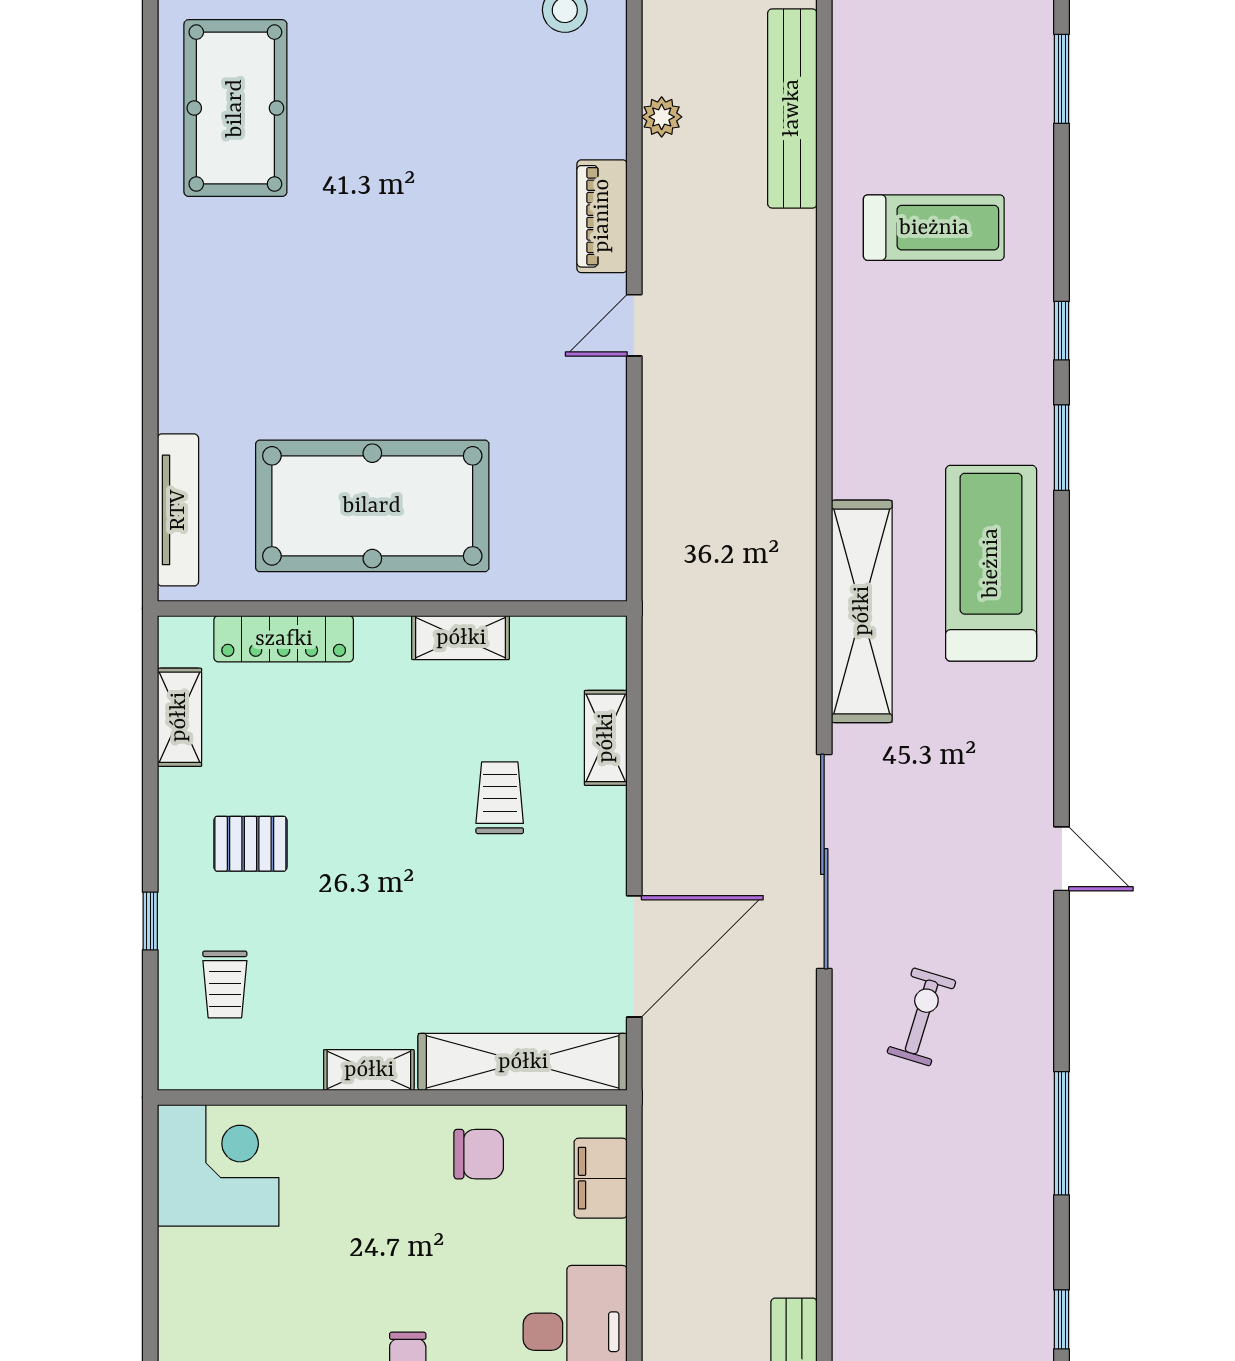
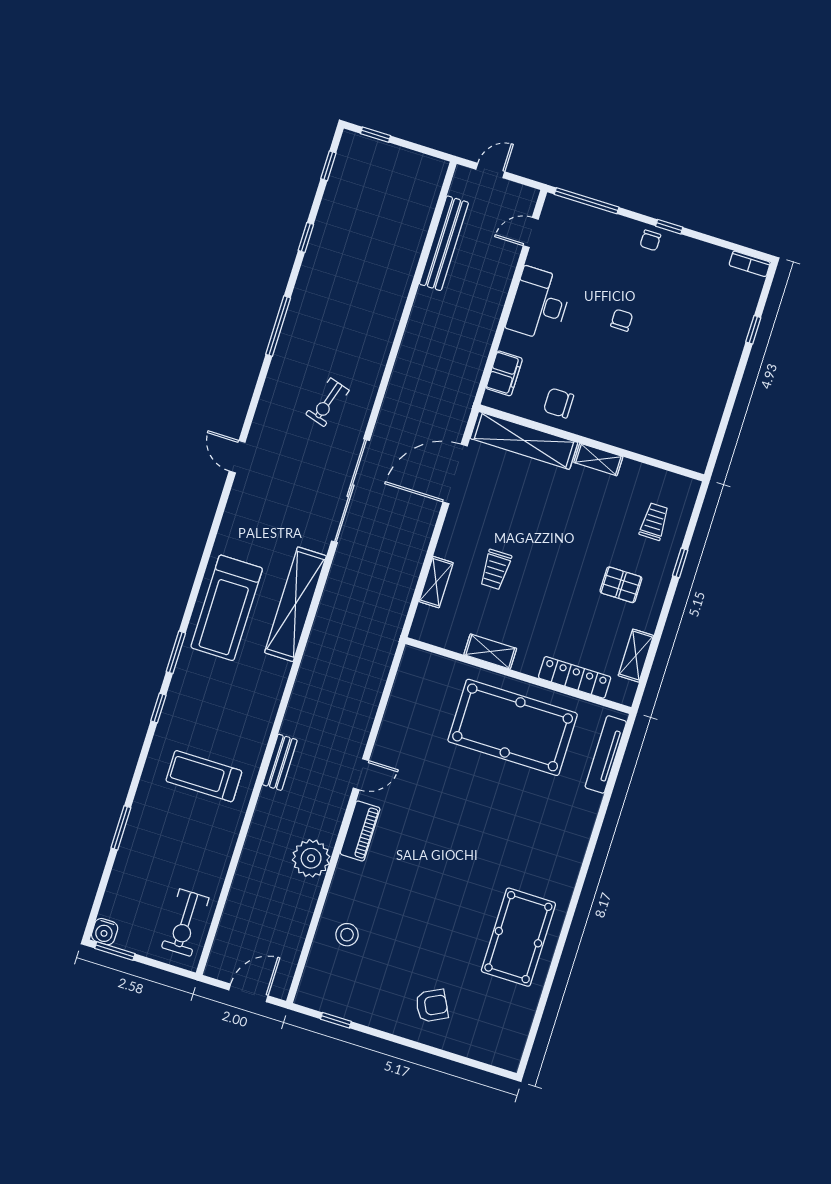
bench: (792, 108) -> (280, 762), moved, width x0.54, depth x0.82
plant: (662, 117) -> (311, 858), width x1.88, depth x1.88
corner desk: (218, 1165) -> (684, 437), removed

